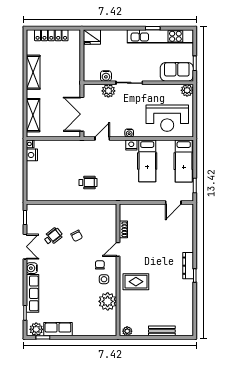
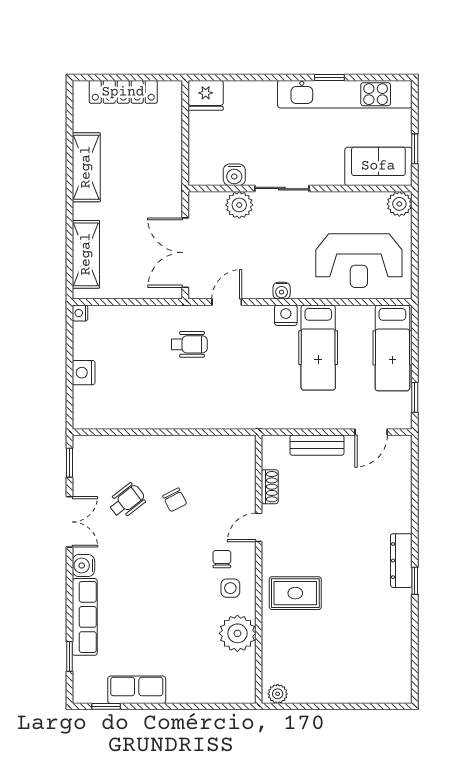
nightstand: (32, 155) -> (84, 373), moved
wheelchair: (88, 183) -> (189, 344), moved
plant: (36, 329) -> (93, 690), removed
bench: (162, 331) -> (317, 445), moved

